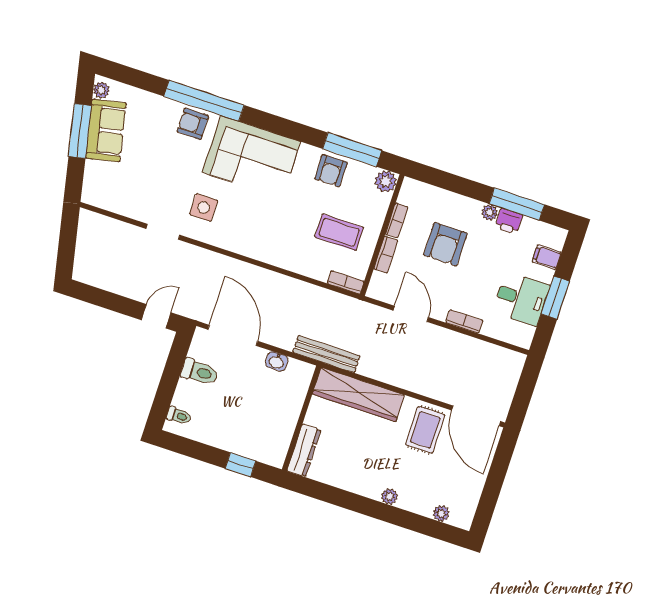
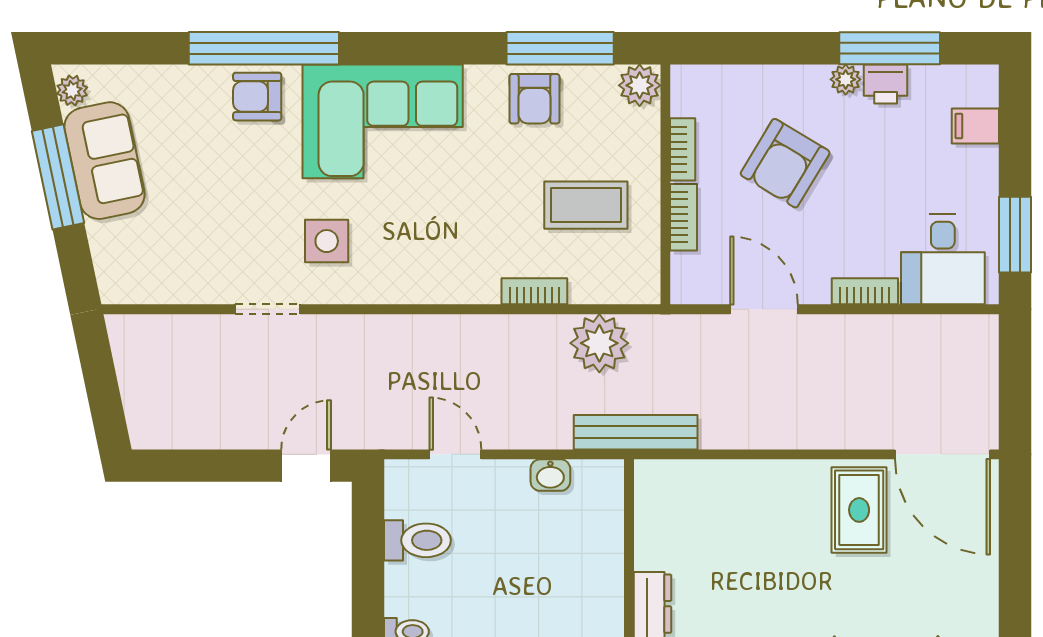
armchair: (445, 244) -> (785, 163), turned 31
bookcase: (346, 282) -> (534, 291), moved
window: (555, 298) -> (1015, 235), moved
desk: (521, 299) -> (943, 259), moved, turned 90
plant: (323, 304) -> (599, 343), added
door: (233, 335) -> (455, 454), width x0.53
wardrobe: (358, 395) -> (718, 486), removed

